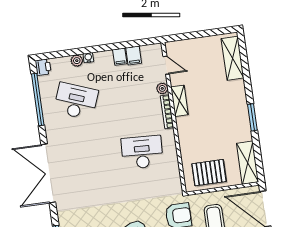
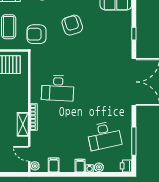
filing cabinet: (120, 57) -> (80, 166), moved
plant: (162, 88) -> (35, 166), moved
window: (38, 100) -> (134, 141), width x0.68
desk: (76, 101) -> (104, 136), turned -33

